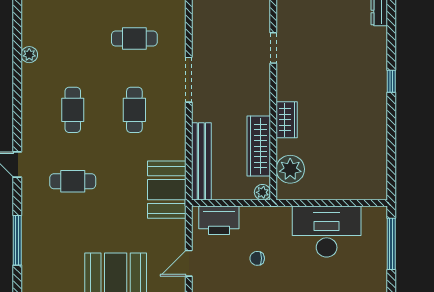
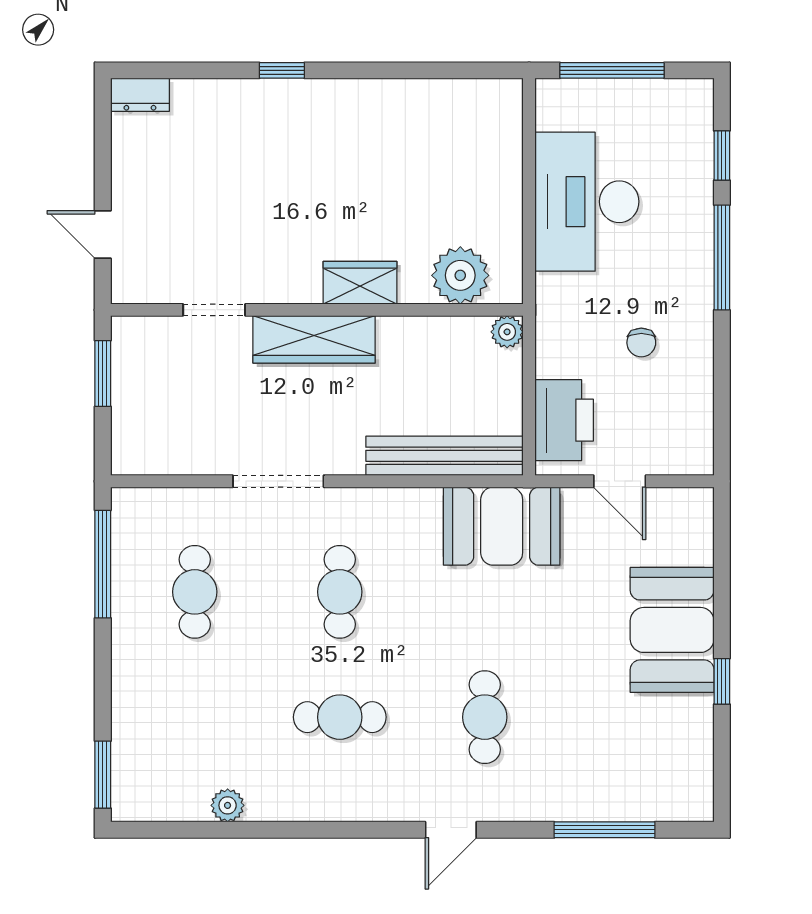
cafe table: (134, 110) -> (340, 592), turned 90
wardrobe: (259, 146) -> (314, 339), moved
door: (189, 263) -> (620, 481), moved

